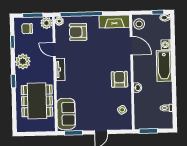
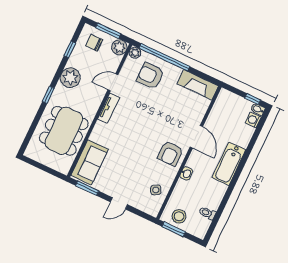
stool: (139, 24) -> (179, 216), moved
washing machine: (166, 45) -> (253, 120), moved
door: (131, 46) -> (196, 137), moved
door: (54, 50) -> (113, 82), hinge flipped
armchair: (119, 79) -> (170, 154), turned 180

